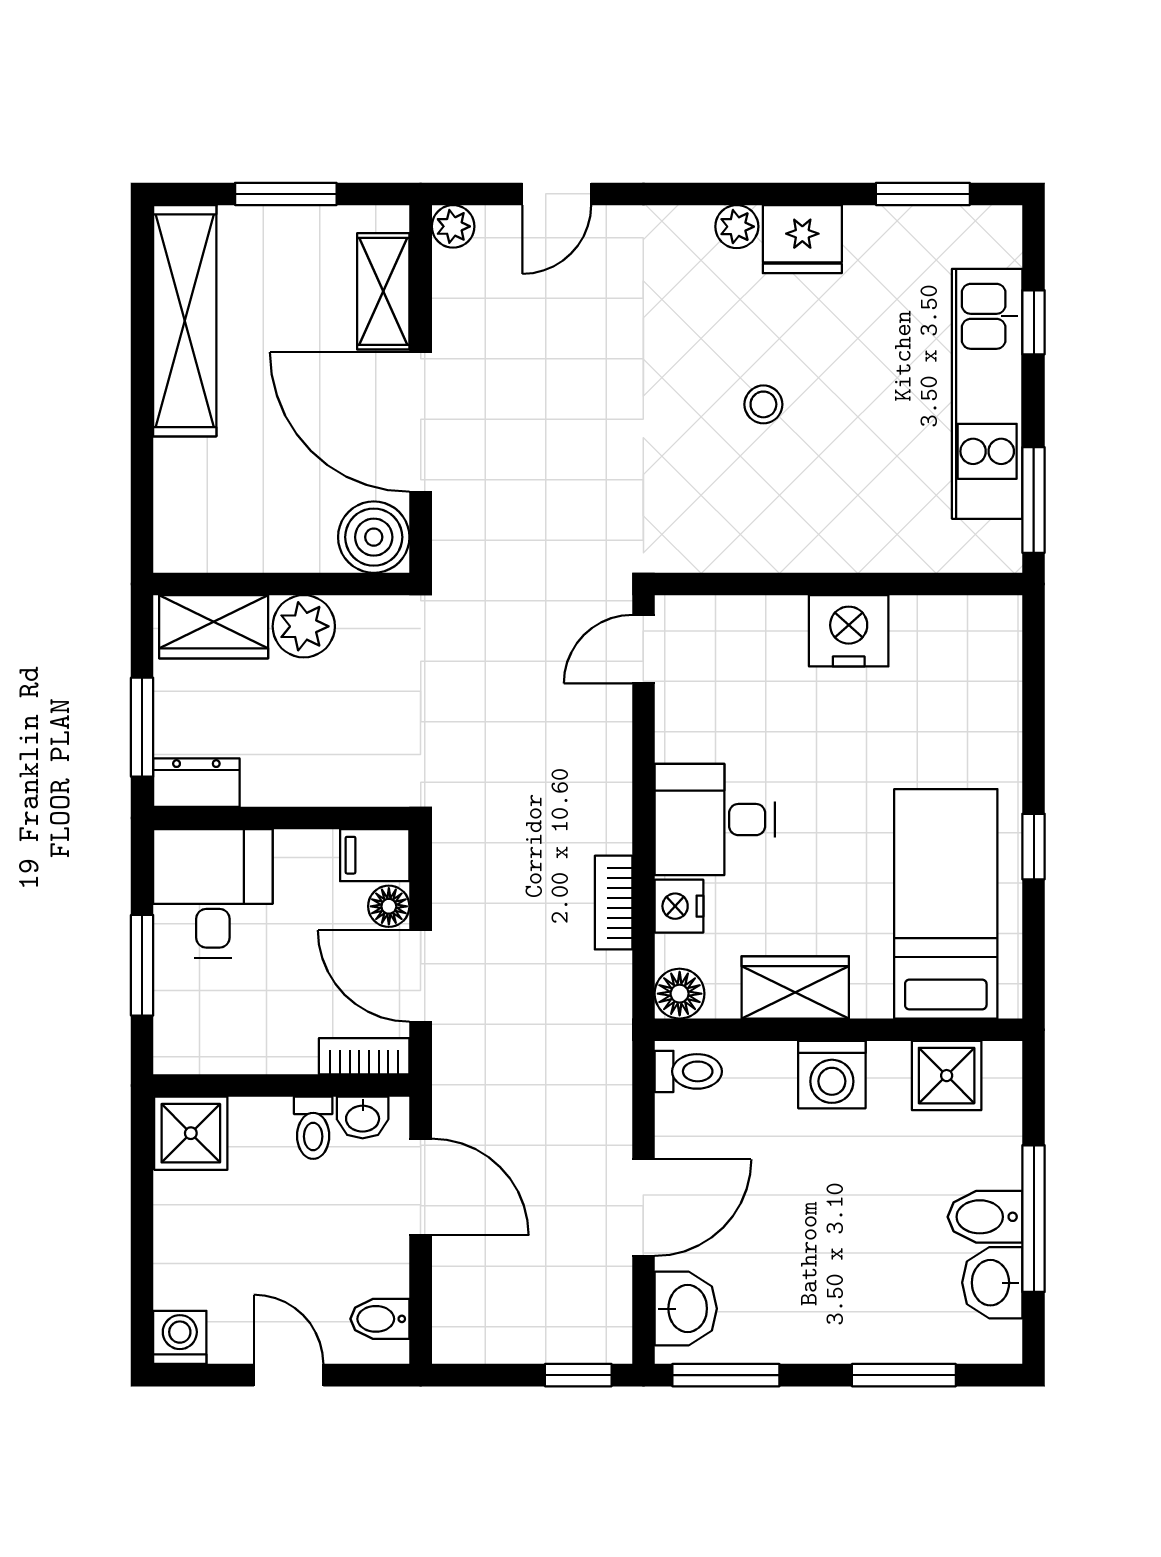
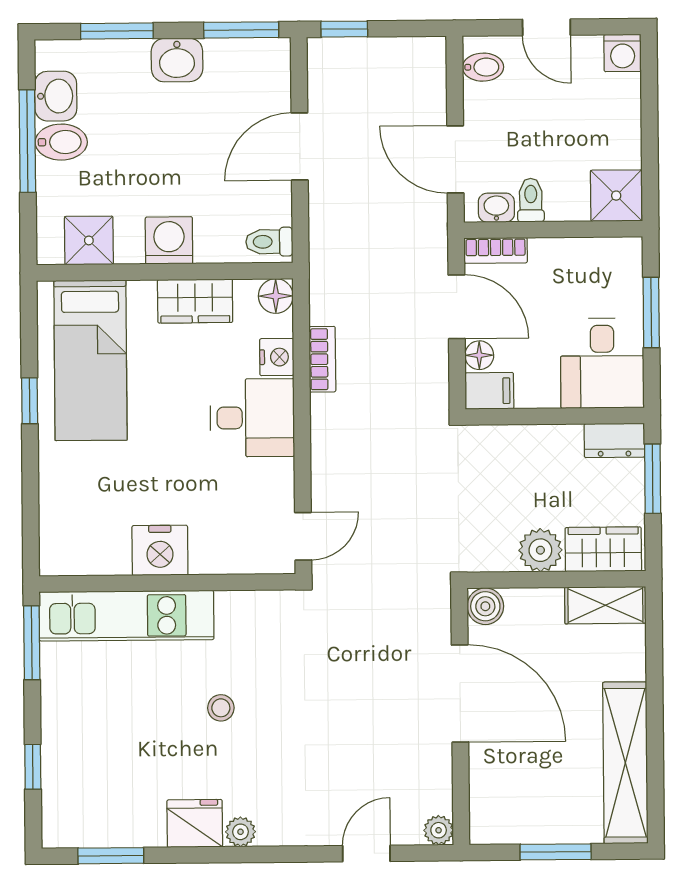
shelving: (383, 291) -> (605, 605), moved, turned 90
kitchen unit: (987, 394) -> (127, 616), moved, turned 90
boiler: (374, 537) -> (485, 606), width x0.73, depth x0.73
washbasin: (686, 1309) -> (177, 60), moved, turned -90

